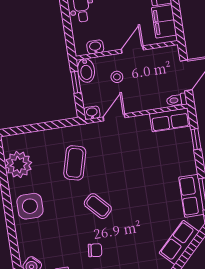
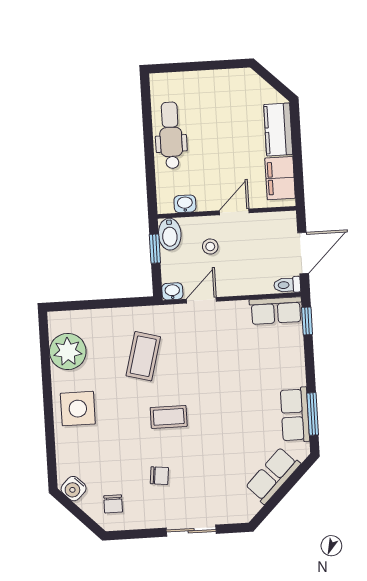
window: (196, 139) -> (307, 321), moved
coffee table: (98, 206) -> (169, 417), turned -47

